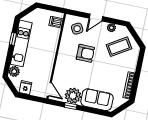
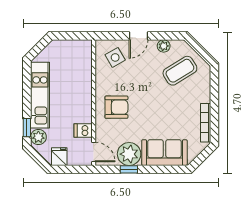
dishwasher: (56, 22) -> (83, 130), moved
window: (13, 39) -> (27, 128), moved
armchair: (85, 53) -> (116, 107), moved

